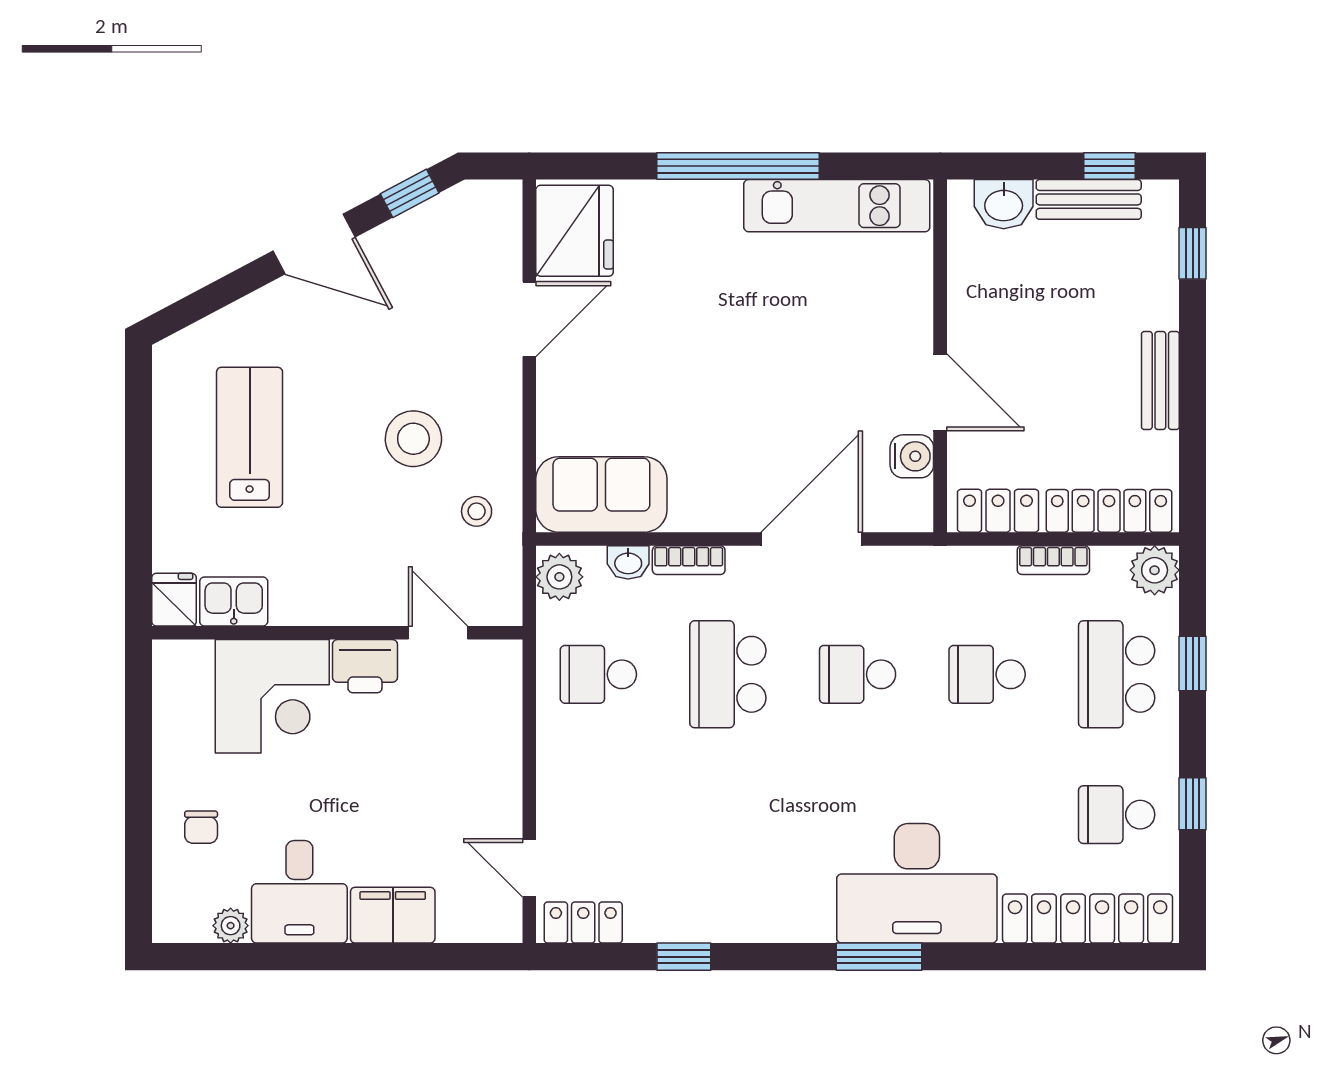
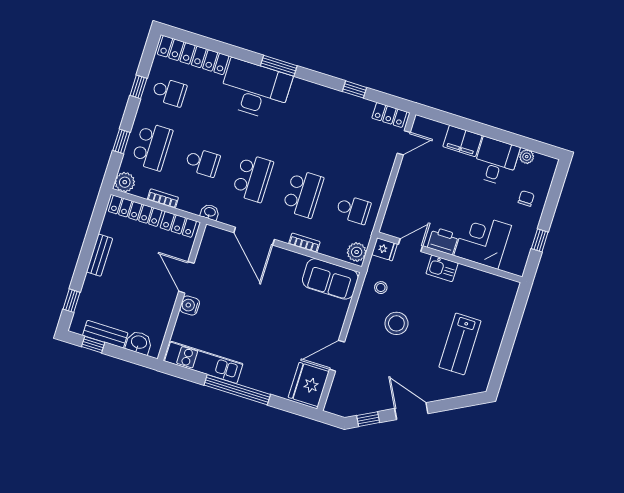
water cooler: (912, 456) -> (190, 305), moved
door: (812, 539) -> (254, 236), hinge flipped
washbasin: (628, 562) -> (210, 212), moved
fridge: (174, 600) -> (384, 249), moved, turned -90
kitchen sink: (234, 601) -> (442, 268), moved
door: (438, 633) -> (411, 245), swing flipped
school desk: (858, 674) -> (253, 178), width x1.85
window: (138, 739) -> (540, 240), added
door: (529, 868) -> (404, 143), hinge flipped

